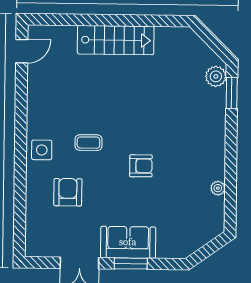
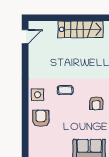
armchair: (141, 166) -> (96, 103), turned 90
armchair: (68, 192) -> (41, 118), moved

